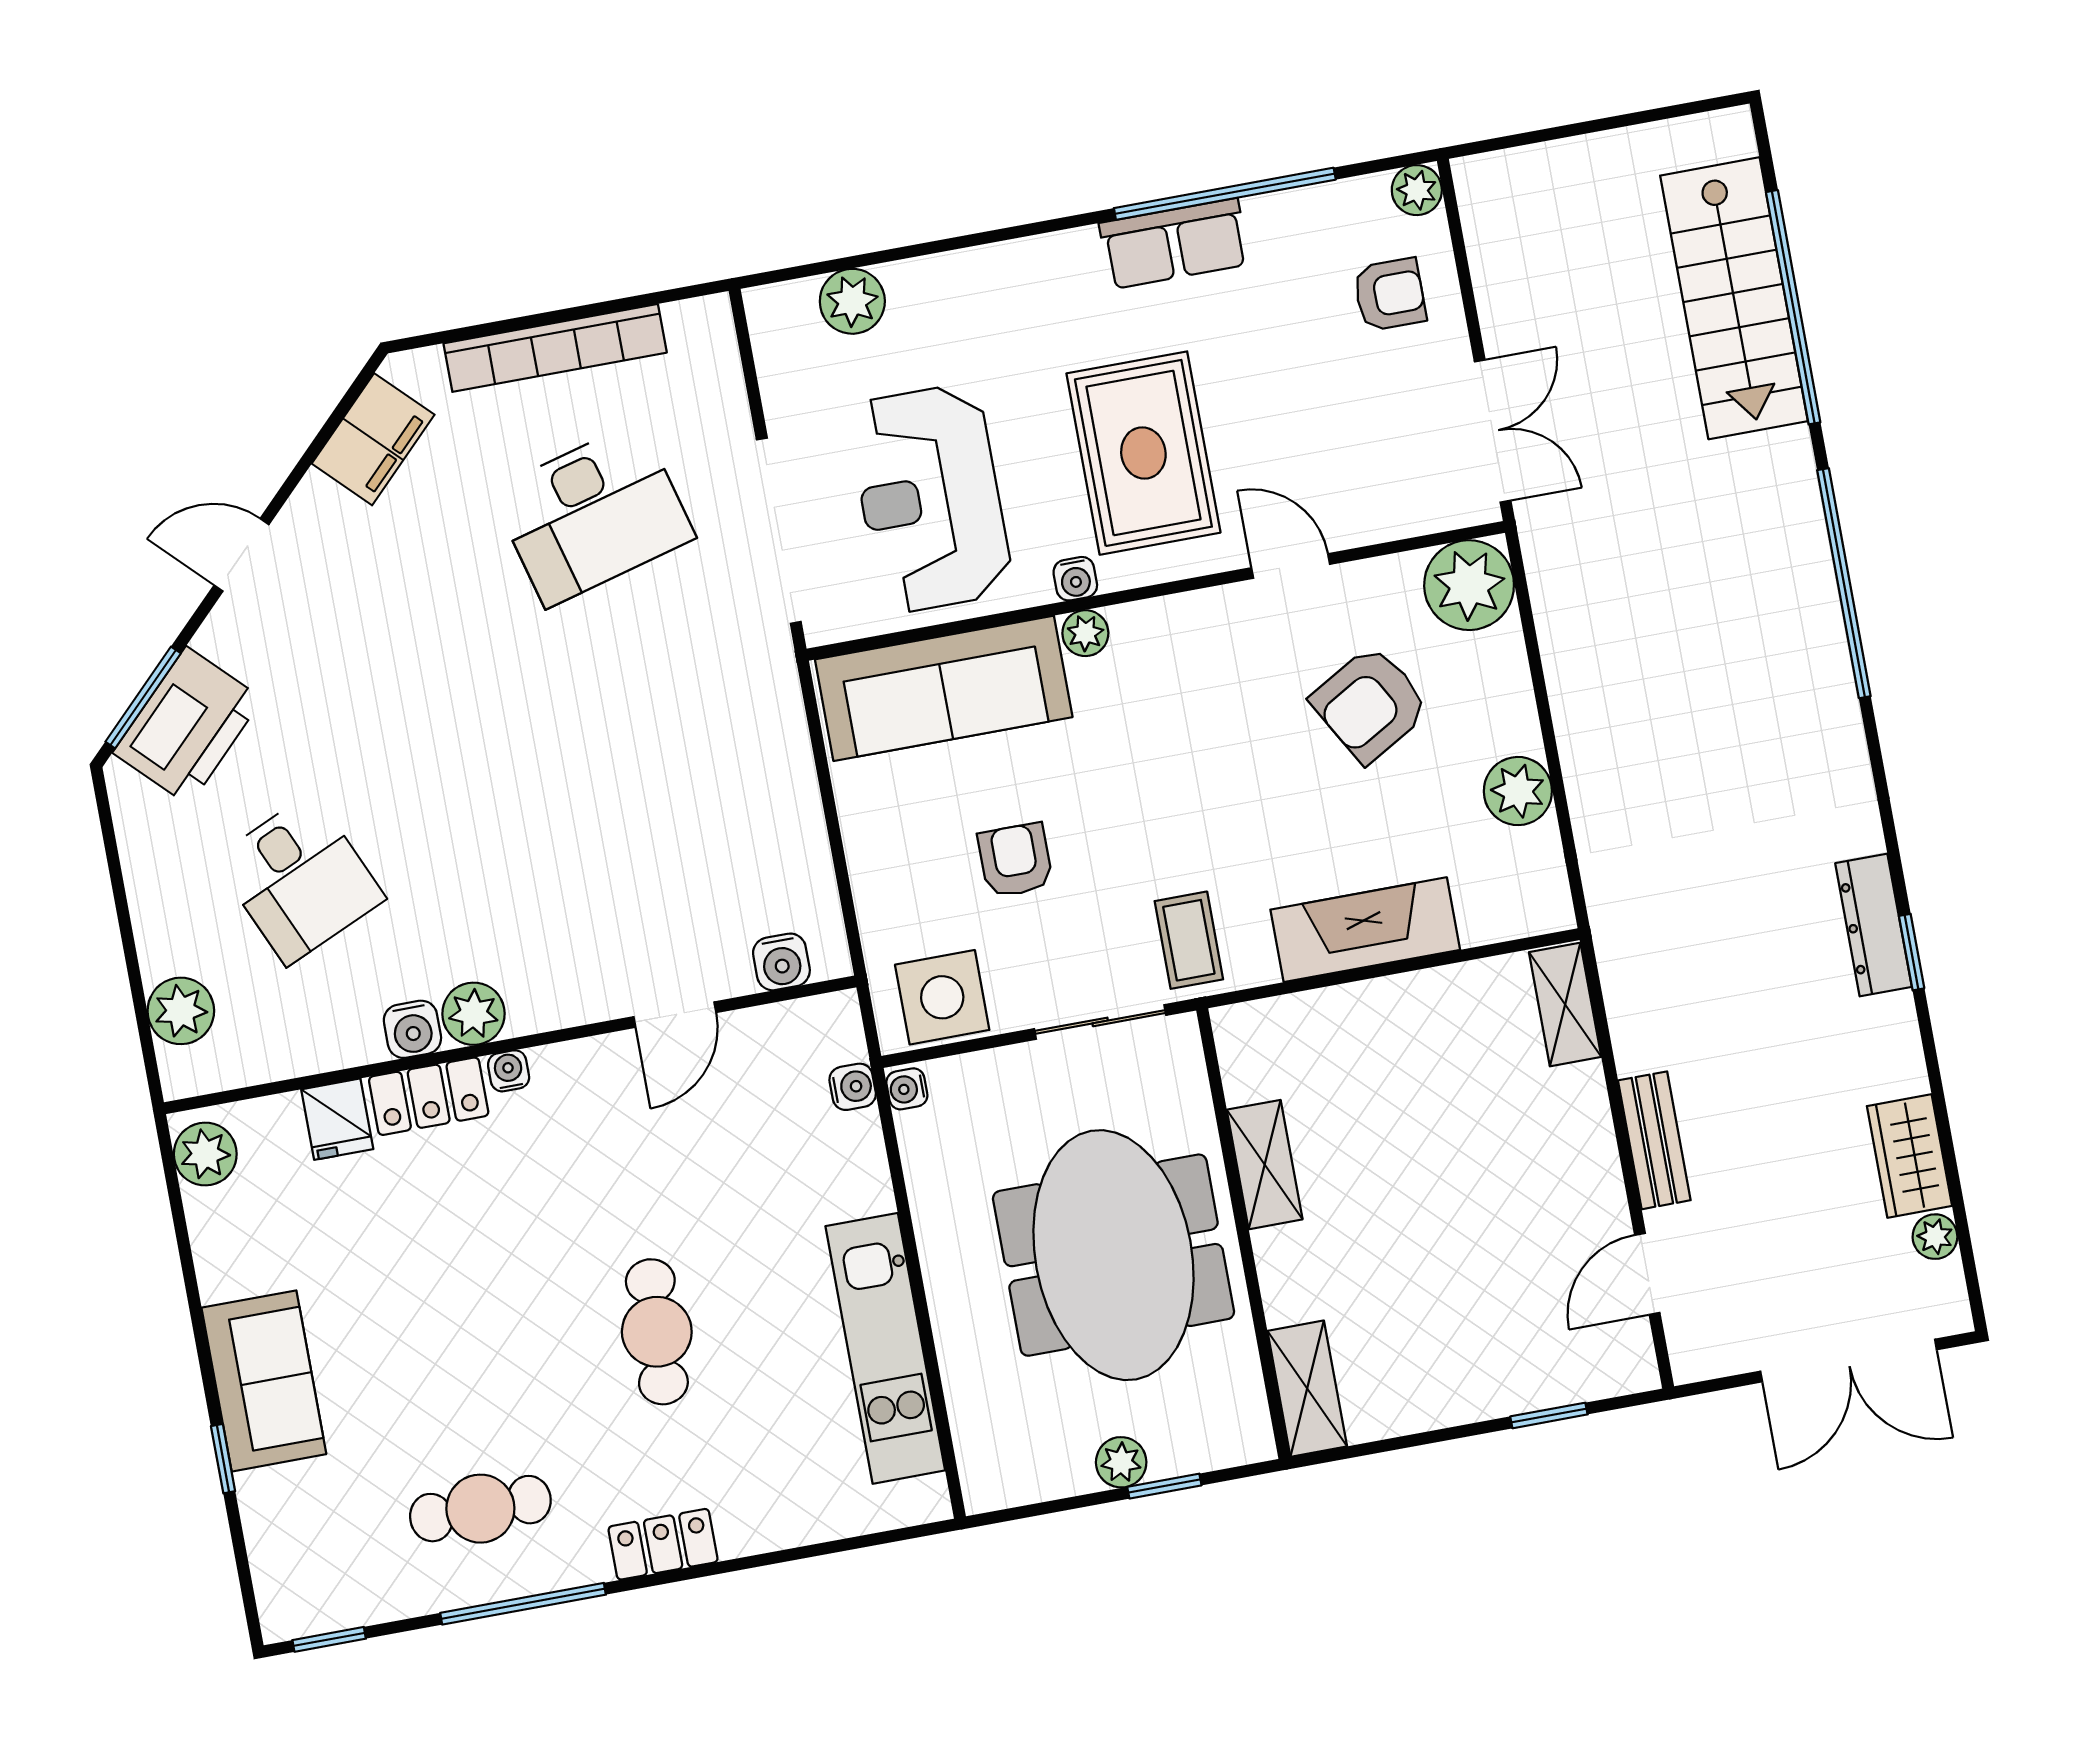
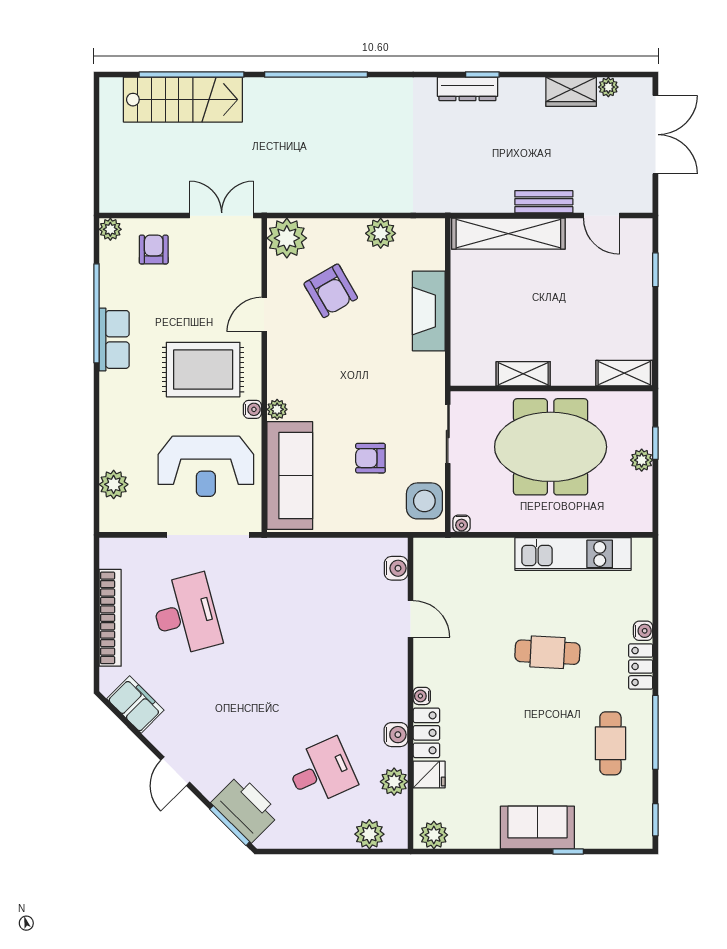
coffee table: (1189, 940) -> (419, 389), removed
shelving: (1565, 1004) -> (508, 234), width x2.20, depth x1.33
plant: (474, 1014) -> (394, 782), moved
water cooler: (853, 1087) -> (643, 631), moved, turned 90

